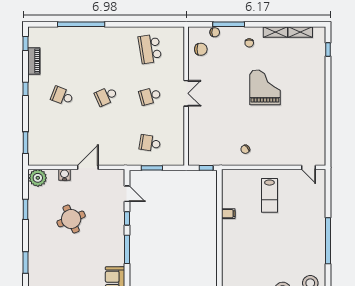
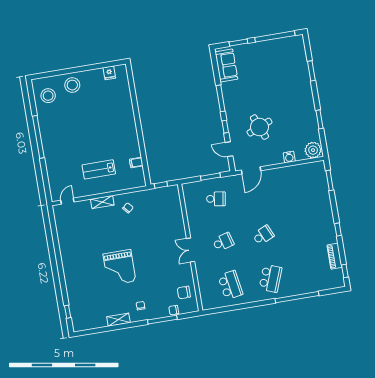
shelving: (300, 32) -> (102, 202), moved
school desk: (62, 96) -> (270, 278), moved, width x1.85
door: (88, 167) -> (251, 170), moved
door: (308, 167) -> (67, 201), hinge flipped
lab bench: (269, 195) -> (99, 169), turned -90
filing cabinet: (228, 214) -> (136, 163), moved
round table: (71, 219) -> (259, 127), moved

